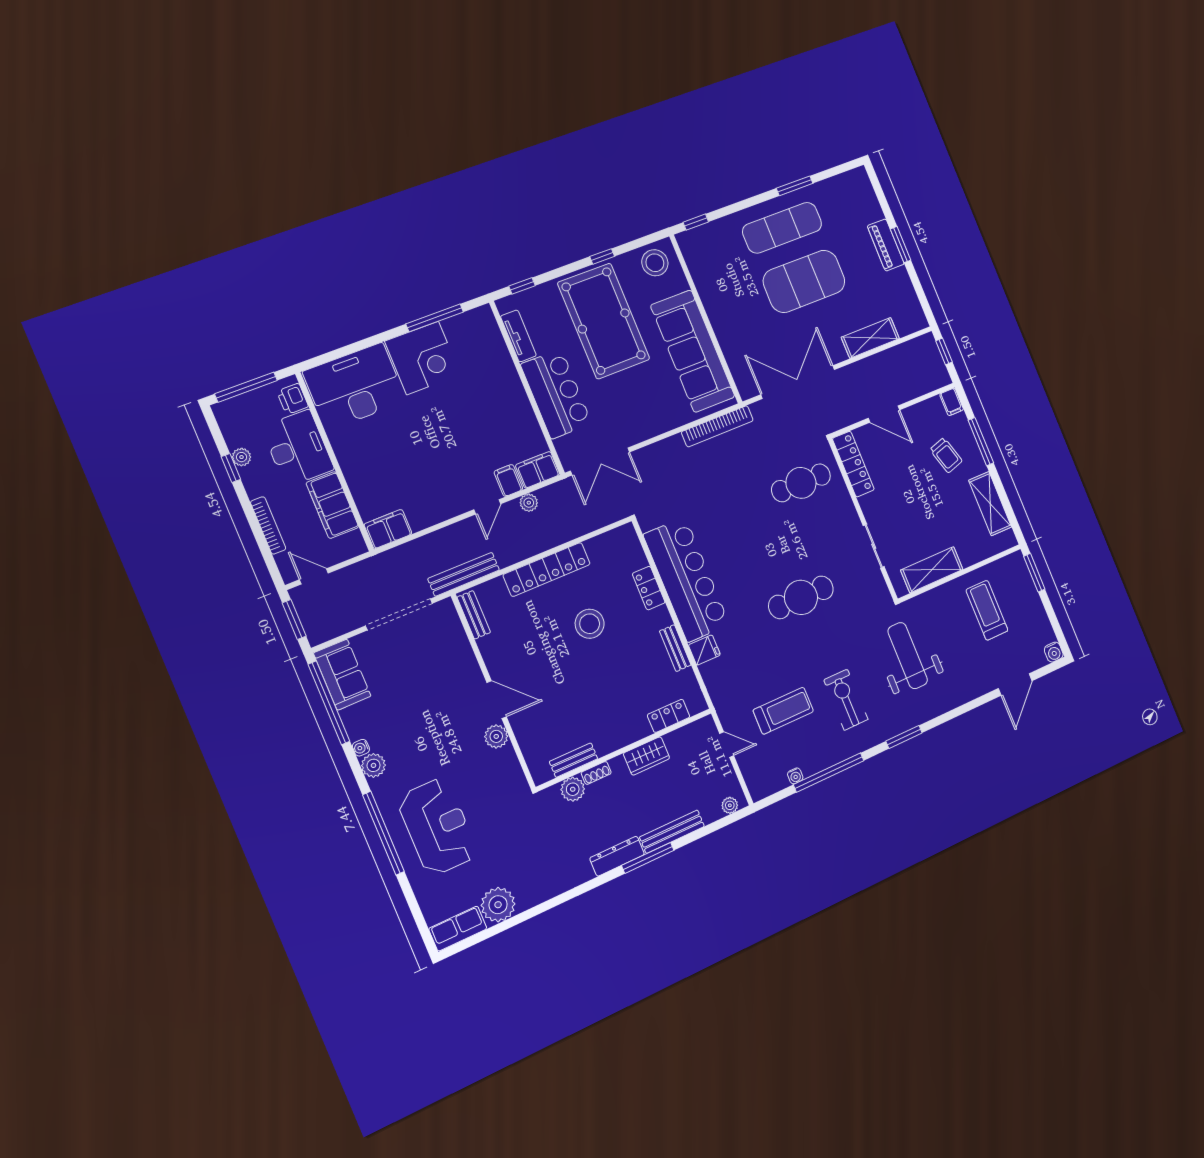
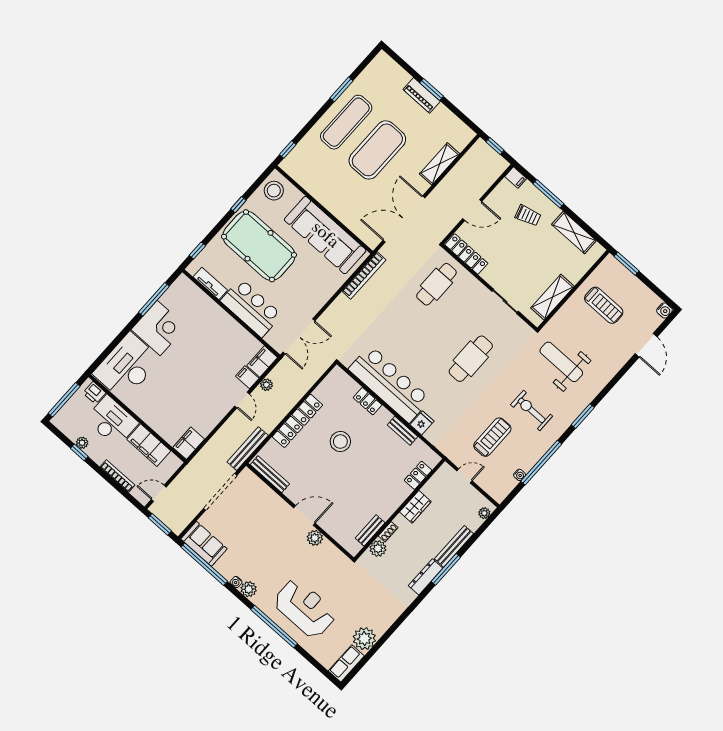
treadmill: (987, 610) -> (604, 305), turned 180
bench: (474, 615) -> (270, 474), width x1.36

